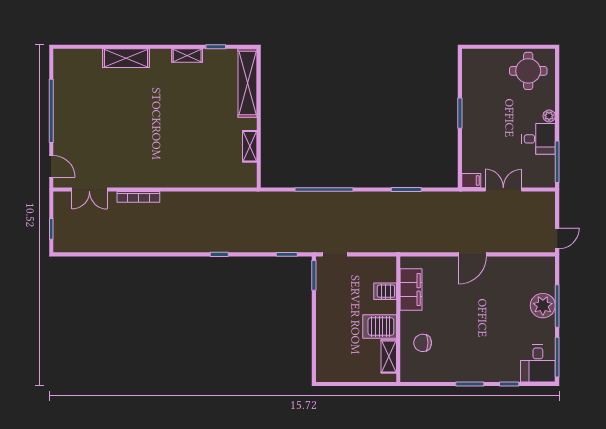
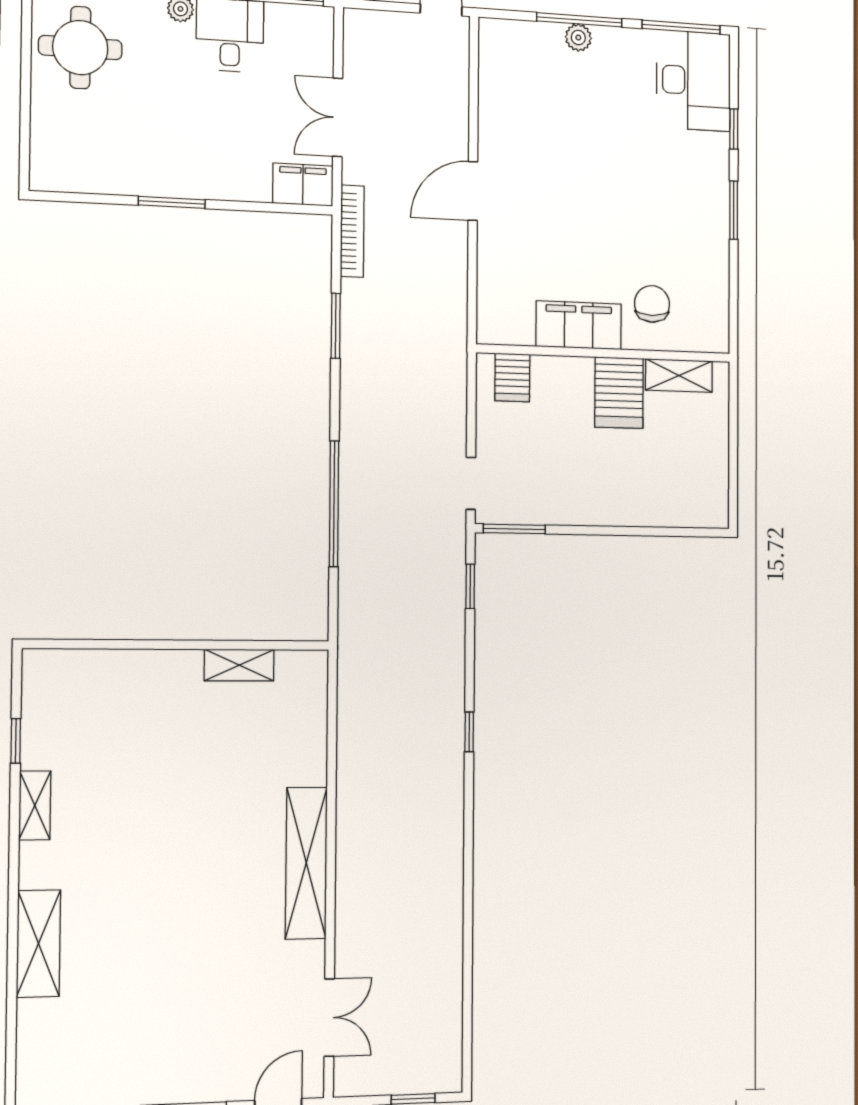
shelving: (247, 83) -> (306, 863), moved, turned 90
filing cabinet: (471, 180) -> (303, 185), width x2.00
bookcase: (138, 197) -> (352, 231), moved
door: (472, 254) -> (473, 191), swing flipped
filing cabinet: (411, 289) -> (579, 325), moved
server rack: (385, 291) -> (512, 377), moved
plant: (543, 306) -> (578, 38), width x0.53, depth x0.53
chair: (423, 343) -> (652, 304), turned 180
desk: (538, 363) -> (694, 81), width x1.37

